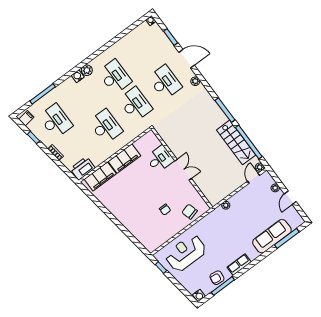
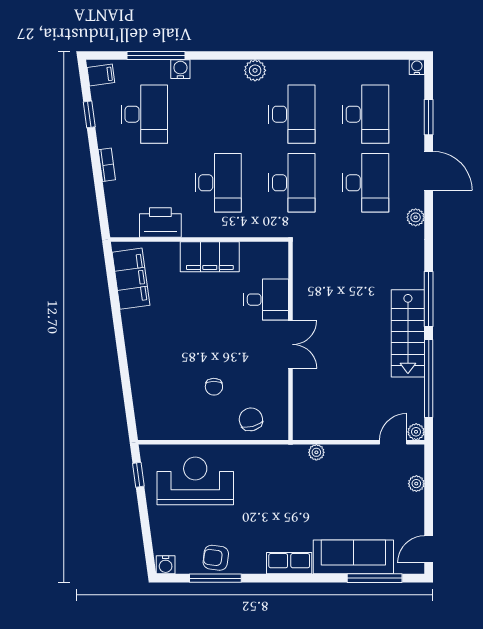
desk: (144, 55) -> (366, 114), added
water cooler: (78, 76) -> (180, 69), moved
stairs: (236, 142) -> (408, 333), moved
printer: (83, 168) -> (160, 222), moved
filing cabinet: (100, 176) -> (131, 279), moved, turned -98
door: (290, 198) -> (429, 549), moved
row of seats: (239, 265) -> (289, 563), moved

